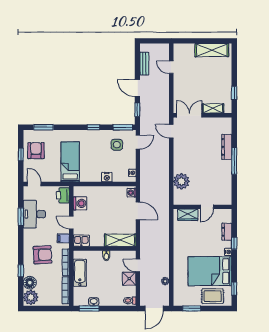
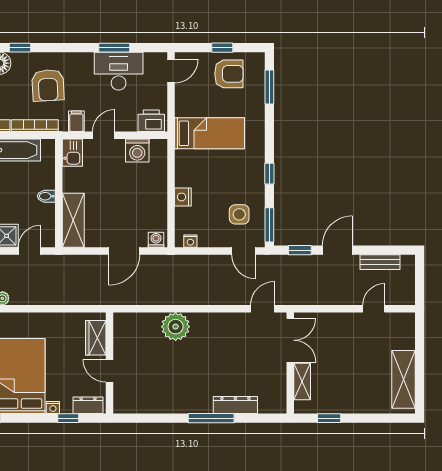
wall: (202, 207) -> (109, 363), moved
door: (207, 207) -> (109, 371), moved
wardrobe: (188, 215) -> (96, 338), moved

